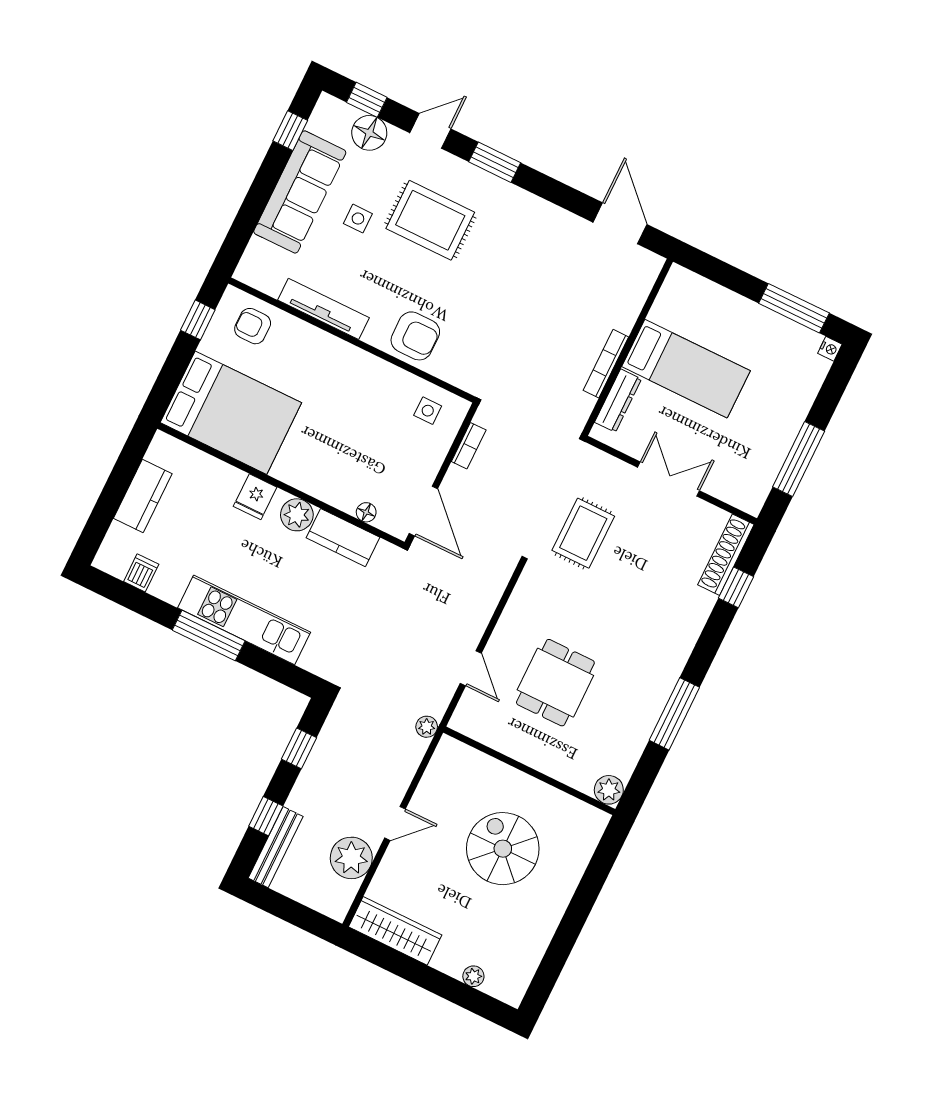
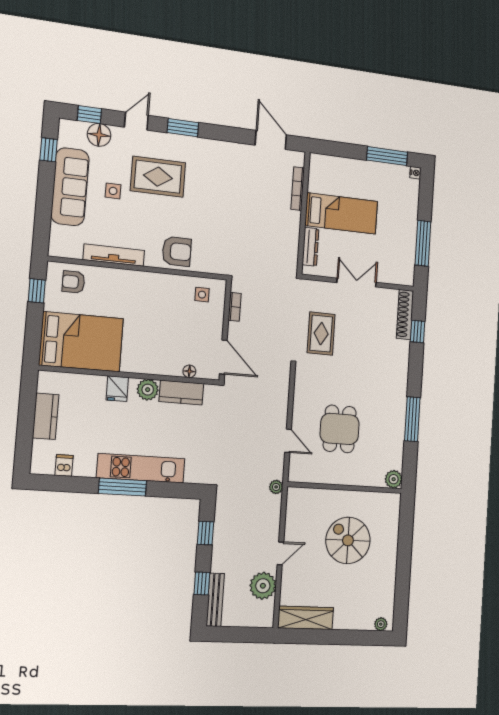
bookcase: (606, 364) -> (298, 189), moved
plant: (473, 976) -> (381, 624), moved

